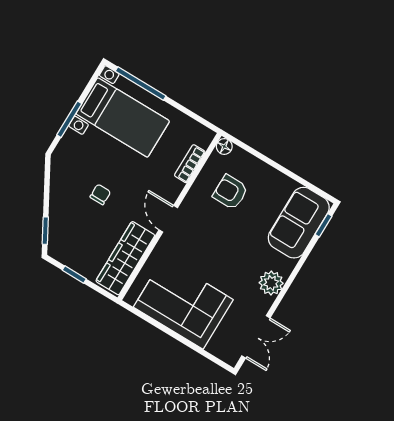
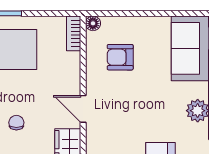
bookcase: (190, 164) -> (74, 33), moved

